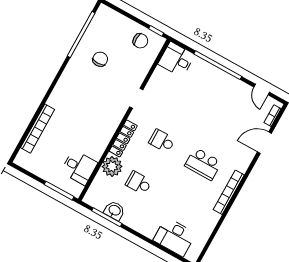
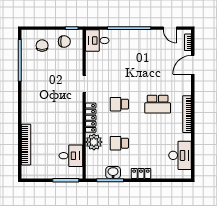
chair: (100, 59) -> (42, 46), moved
locker: (144, 228) -> (141, 173), added
desk: (175, 237) -> (180, 155), moved, turned -90

